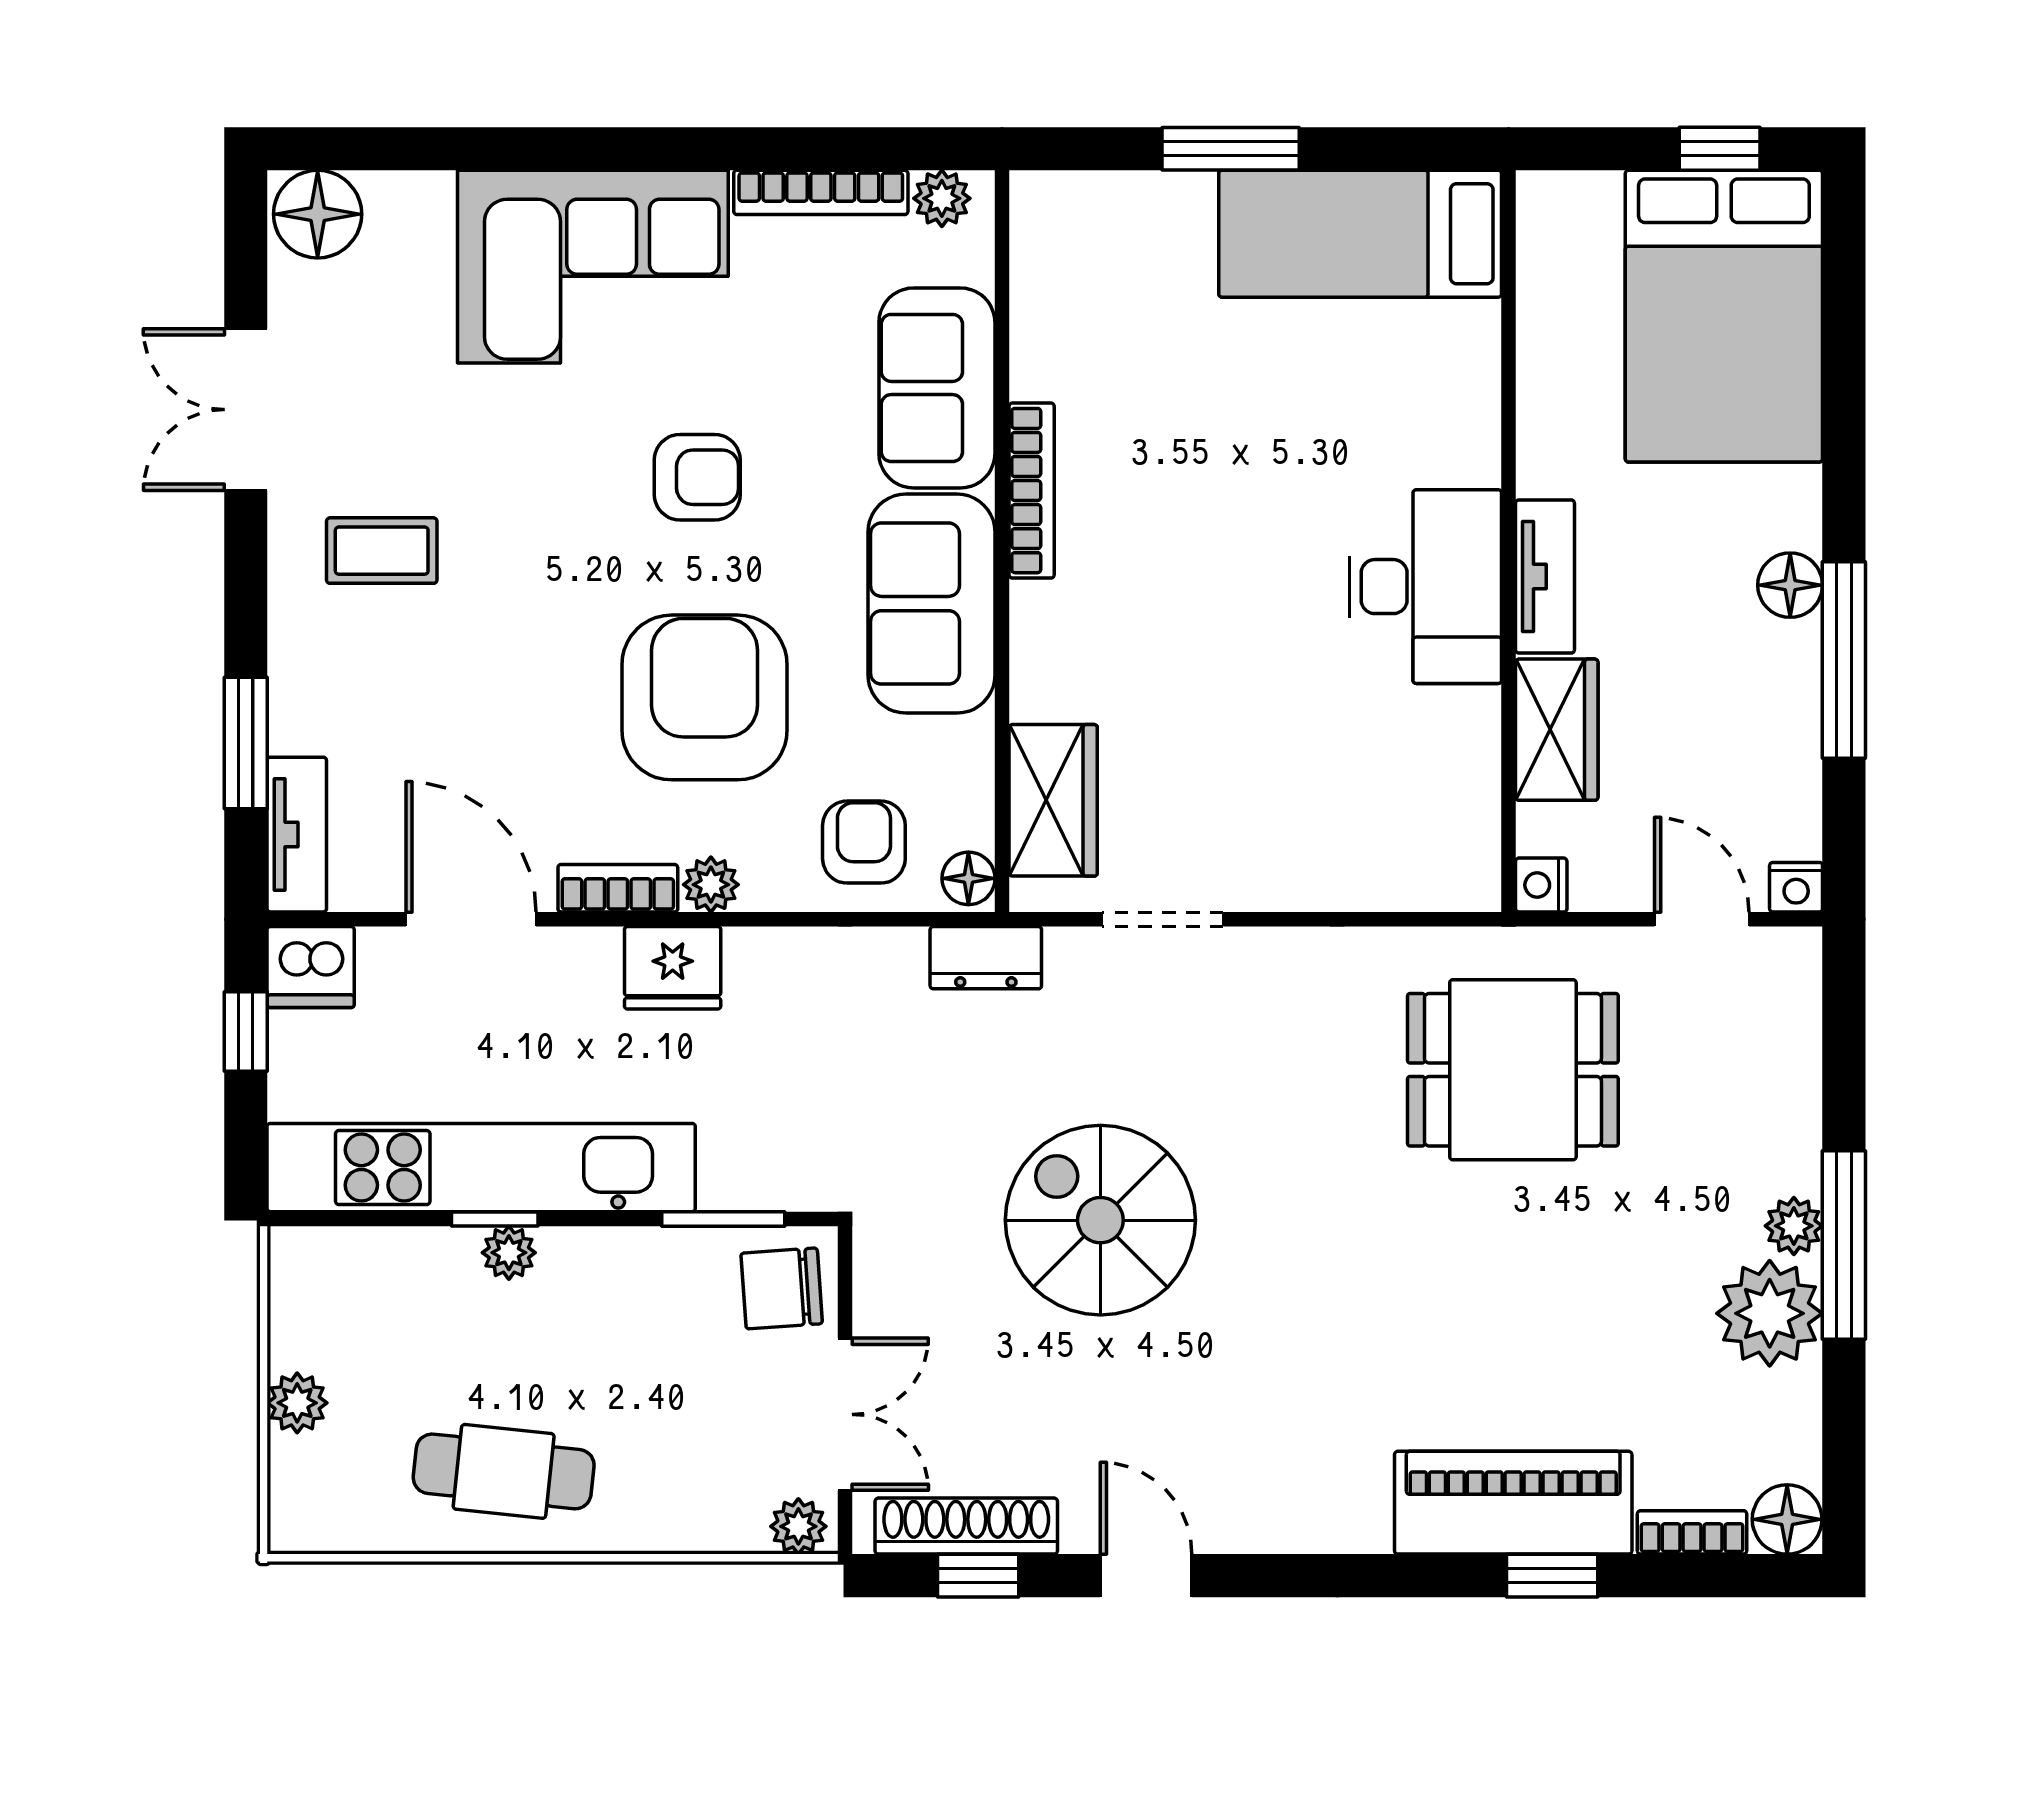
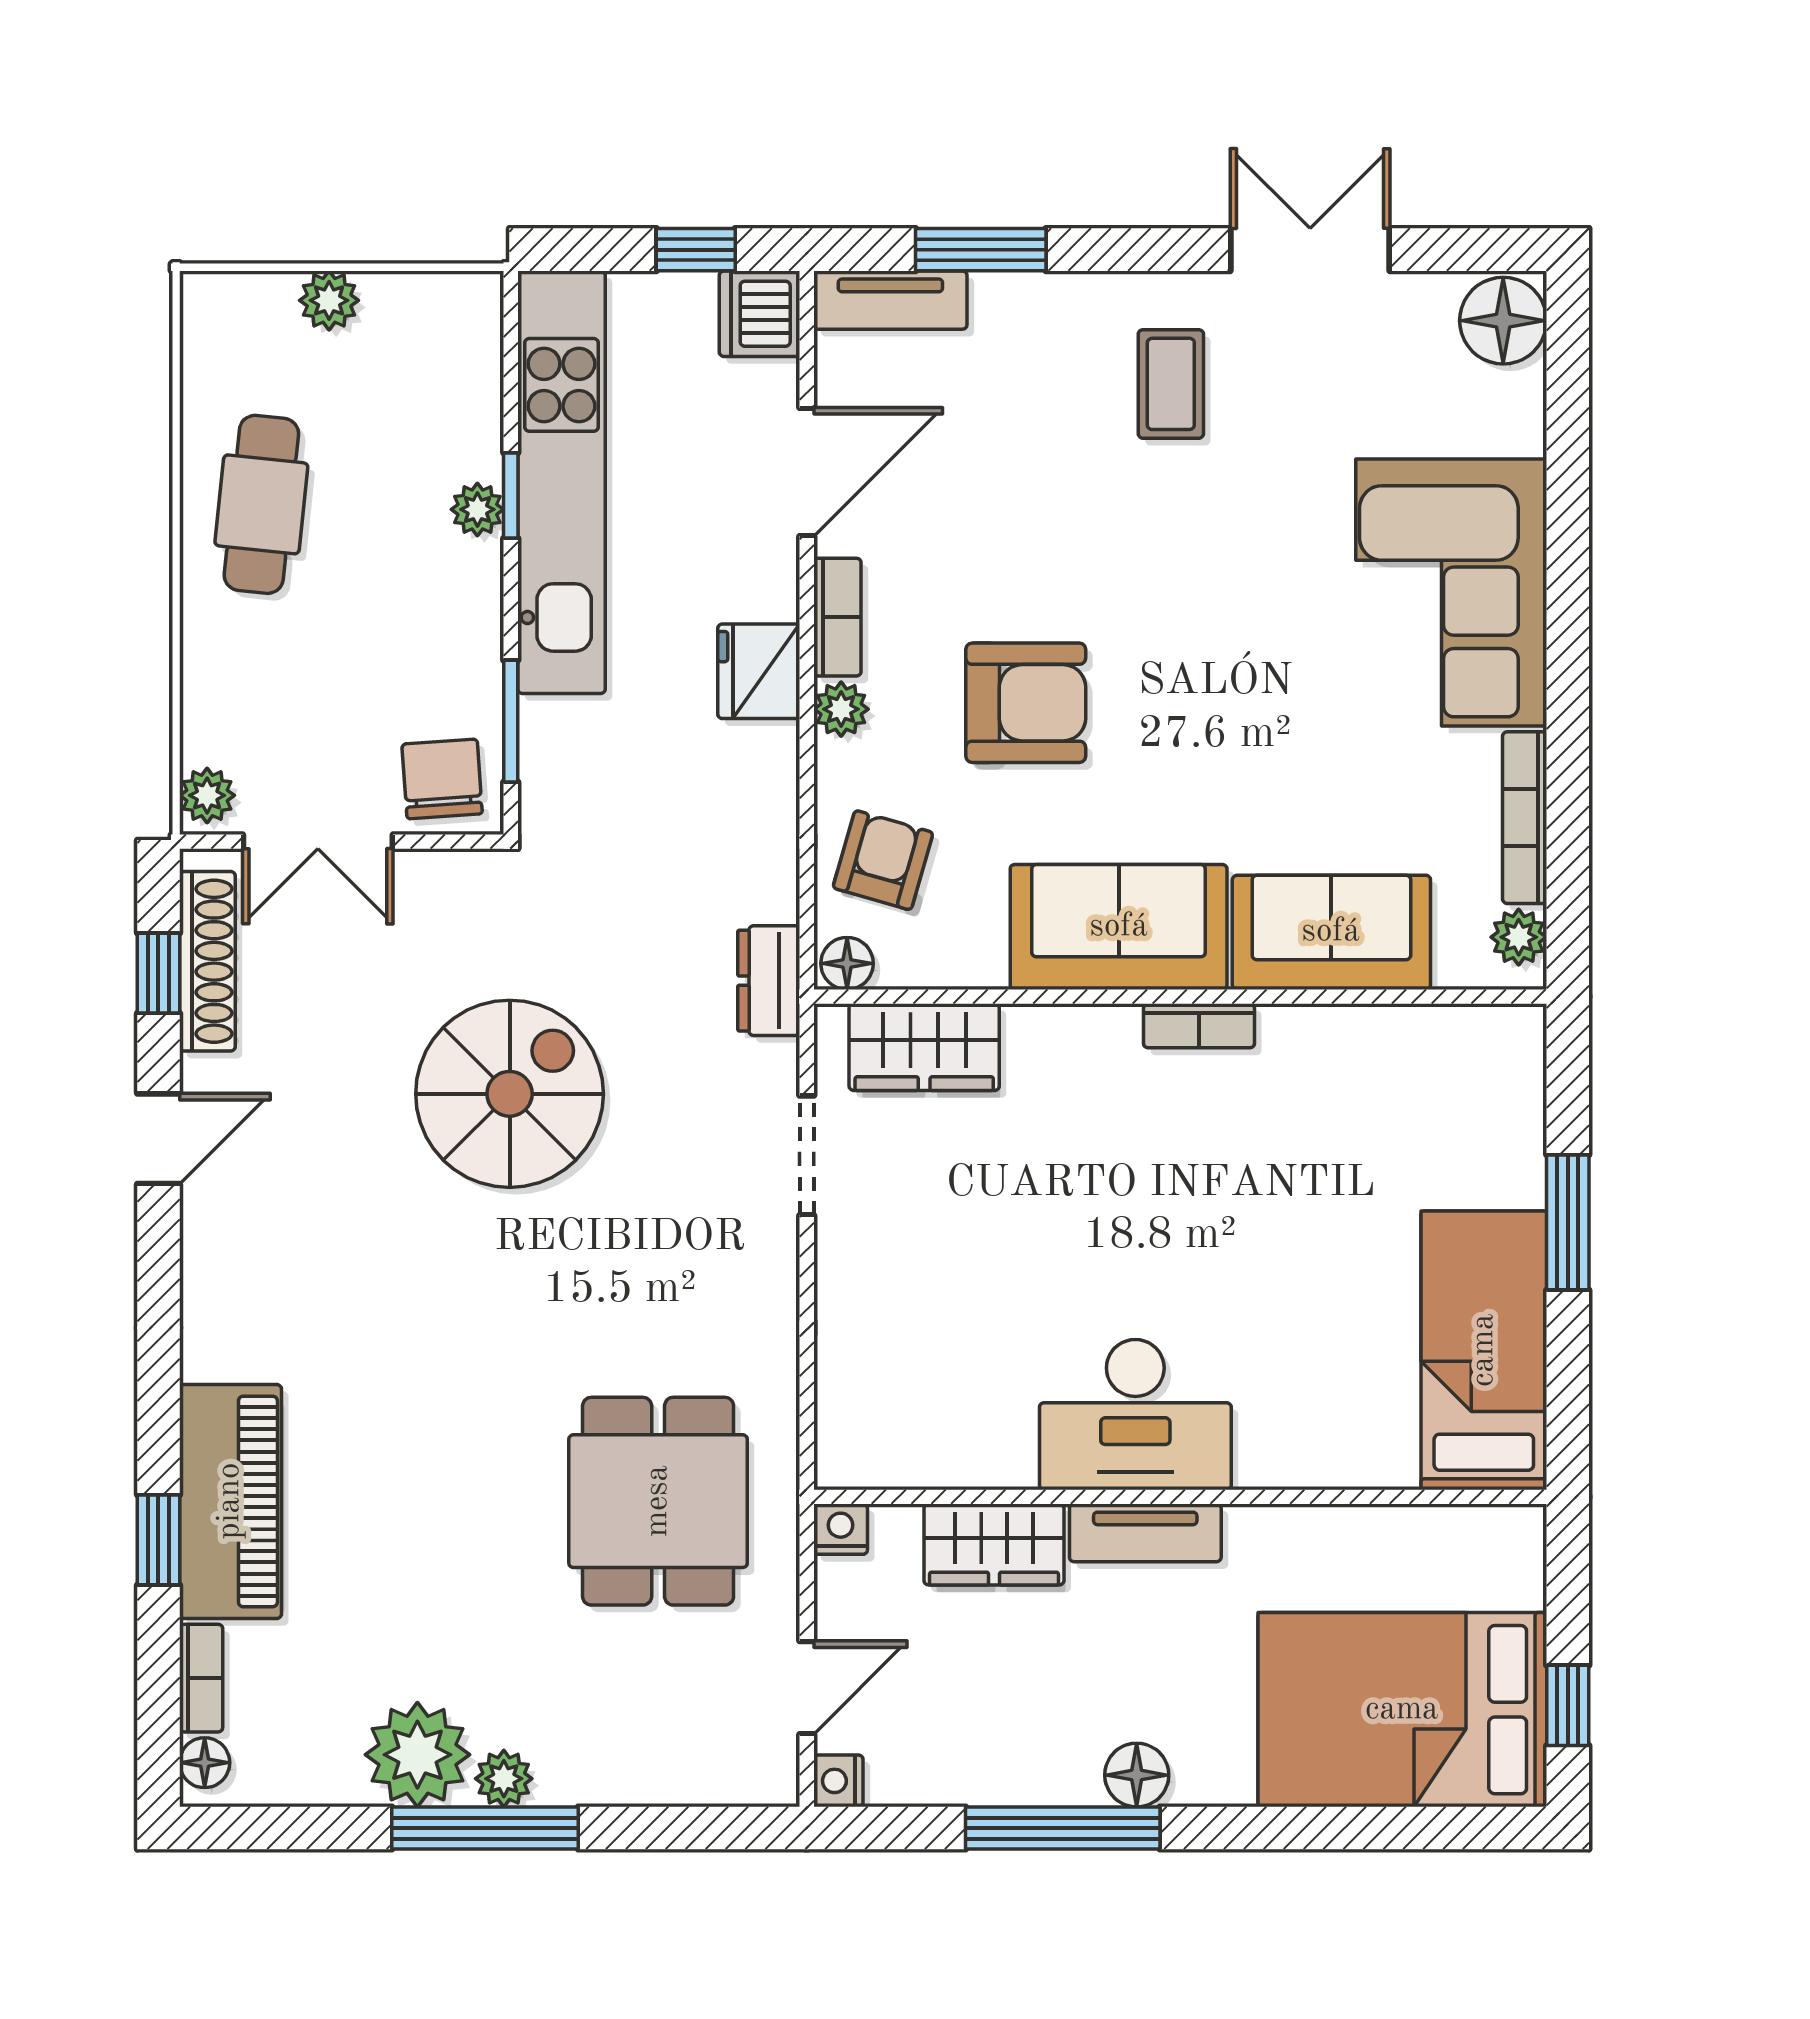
armchair: (697, 477) -> (1243, 696), removed
bookcase: (1032, 491) -> (1199, 1026), width x0.64
armchair: (705, 697) -> (1026, 703), width x0.73, depth x0.73
armchair: (864, 842) -> (883, 860), turned -74
floor lamp: (1787, 1519) -> (205, 1763), width x0.73, depth x0.73

